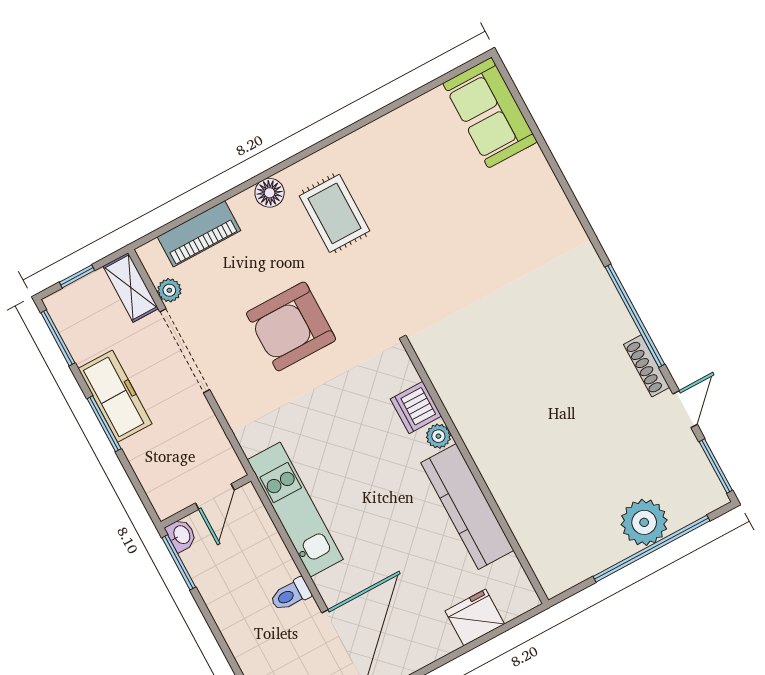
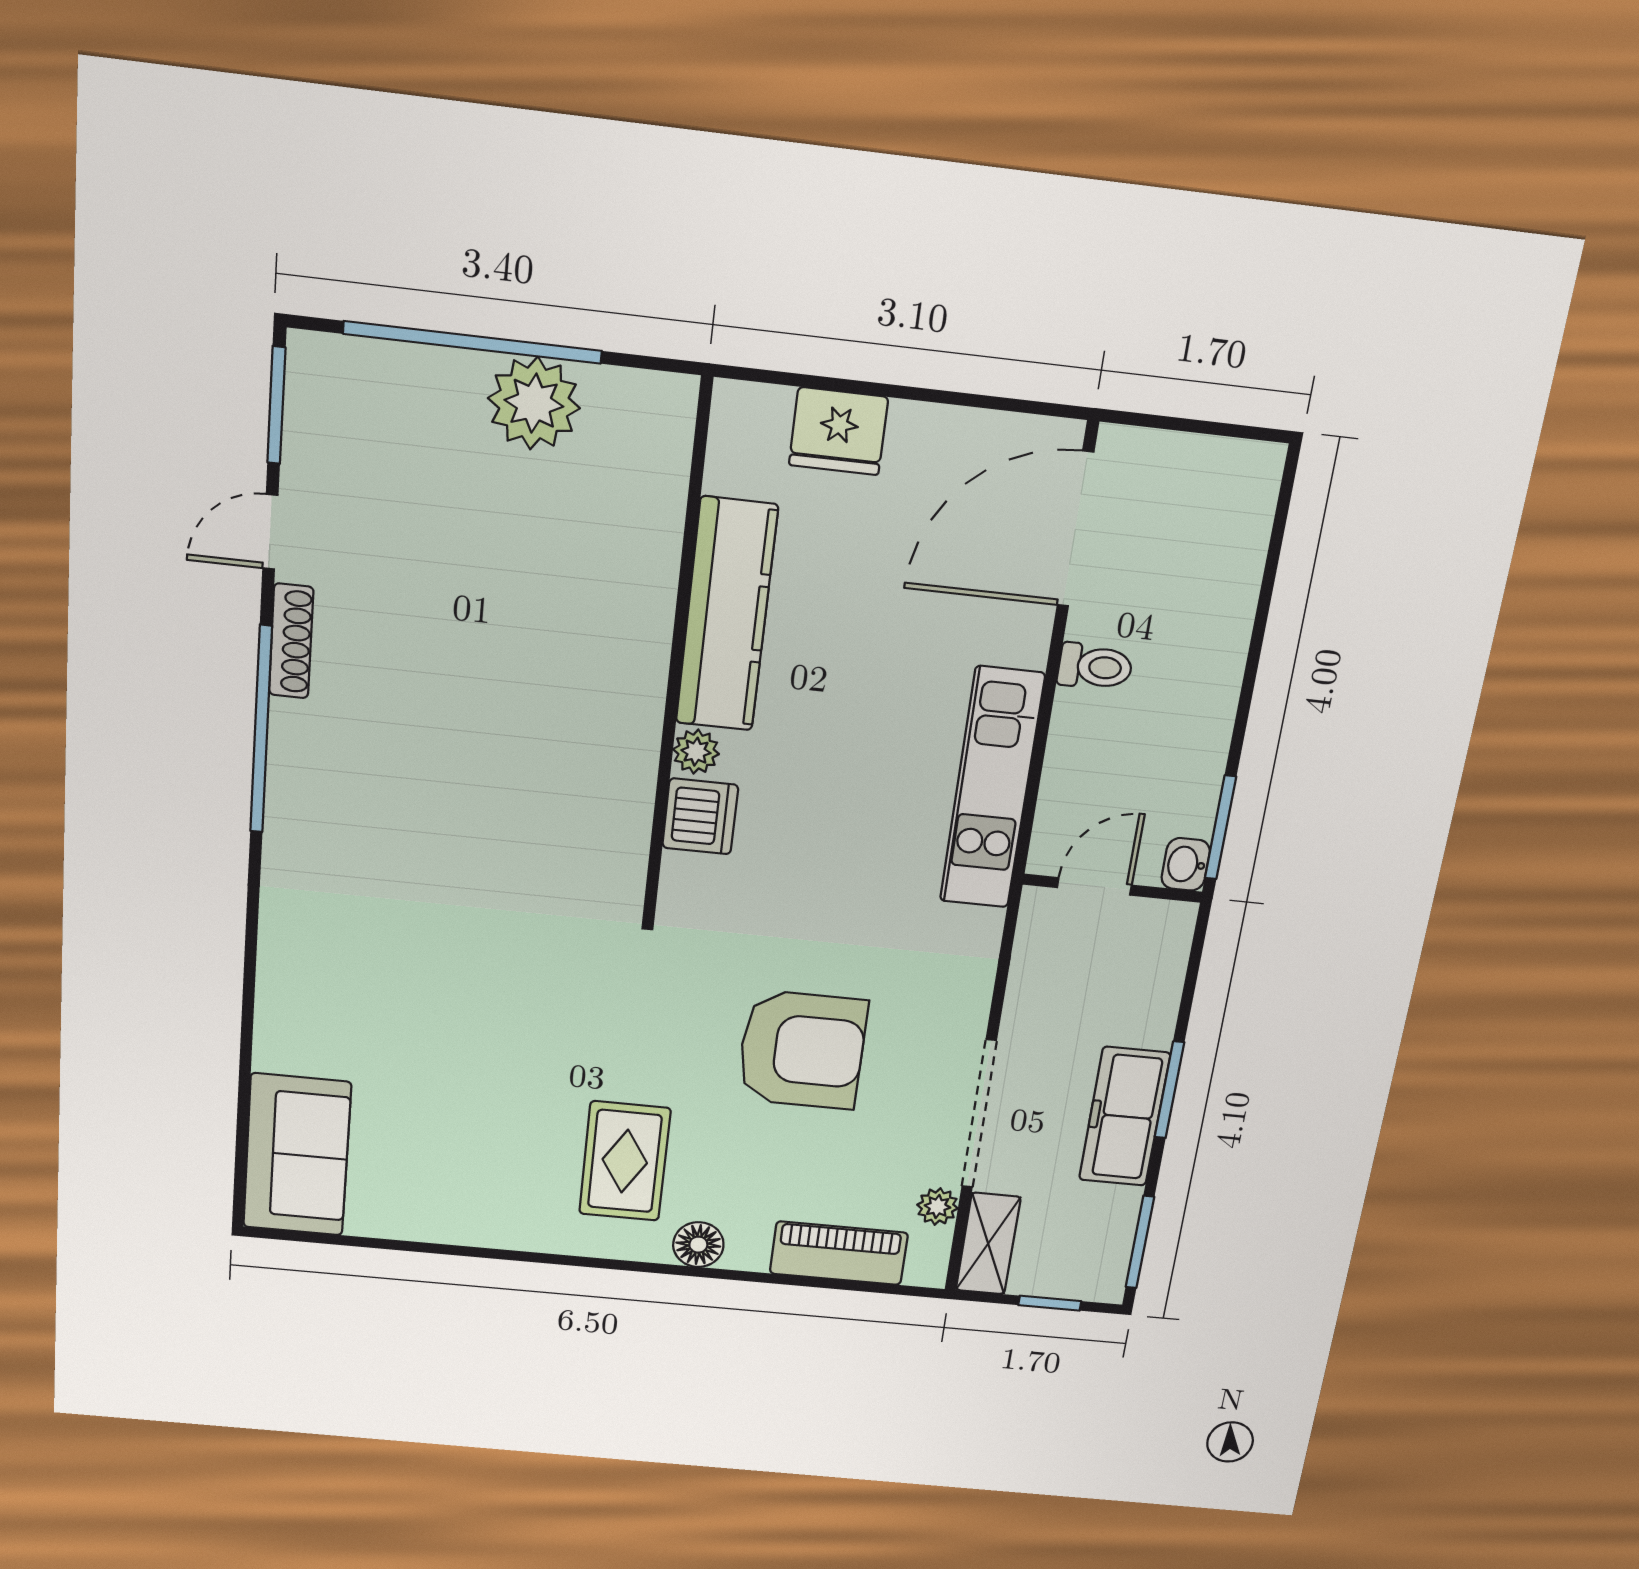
plant: (644, 522) -> (534, 403), moved

